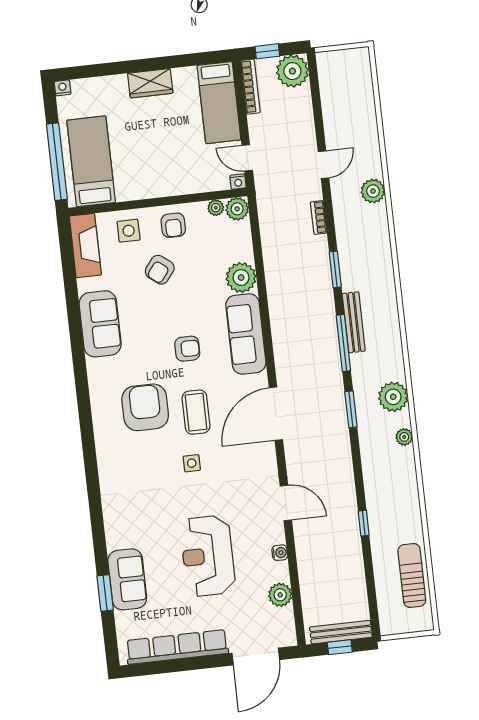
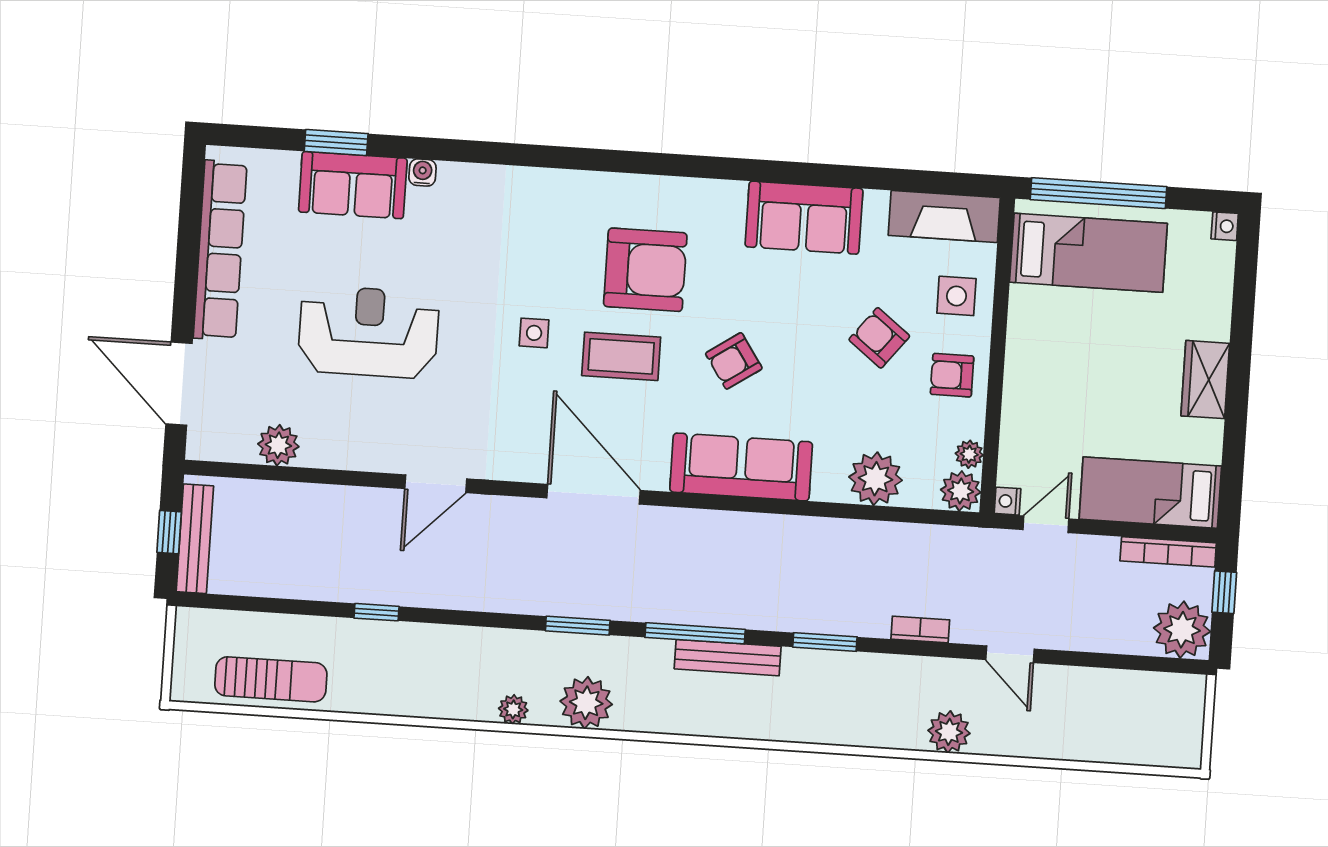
plant: (241, 278) -> (876, 479), moved
armchair: (187, 349) -> (734, 361), turned 56
water cooler: (280, 553) -> (422, 172), moved, turned 180

